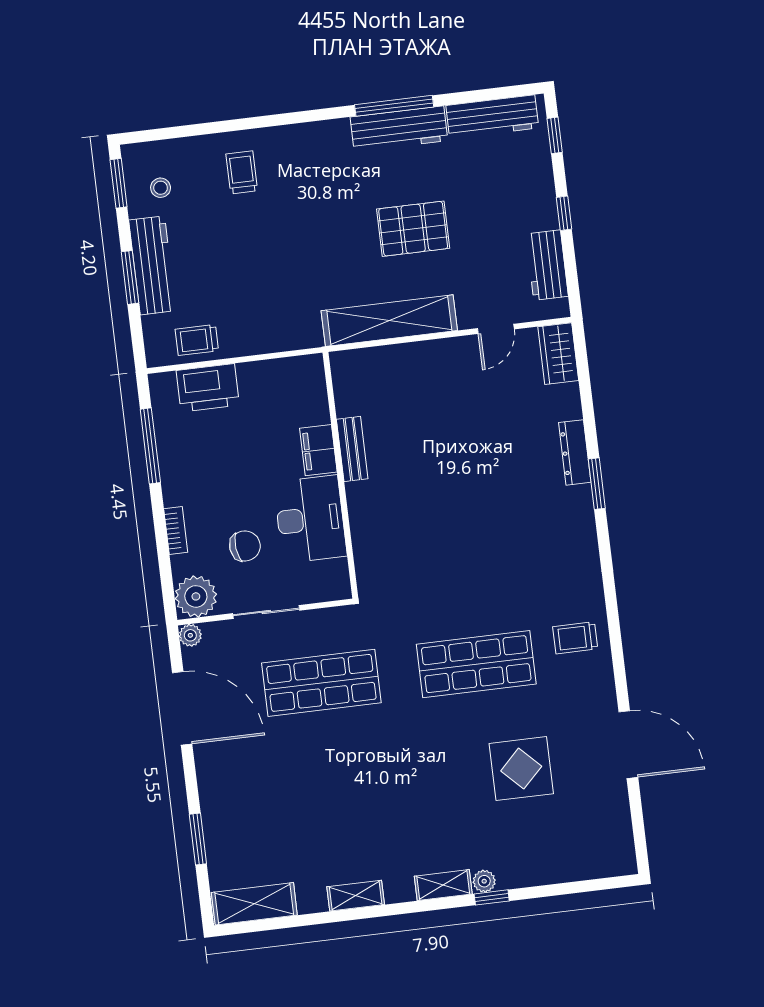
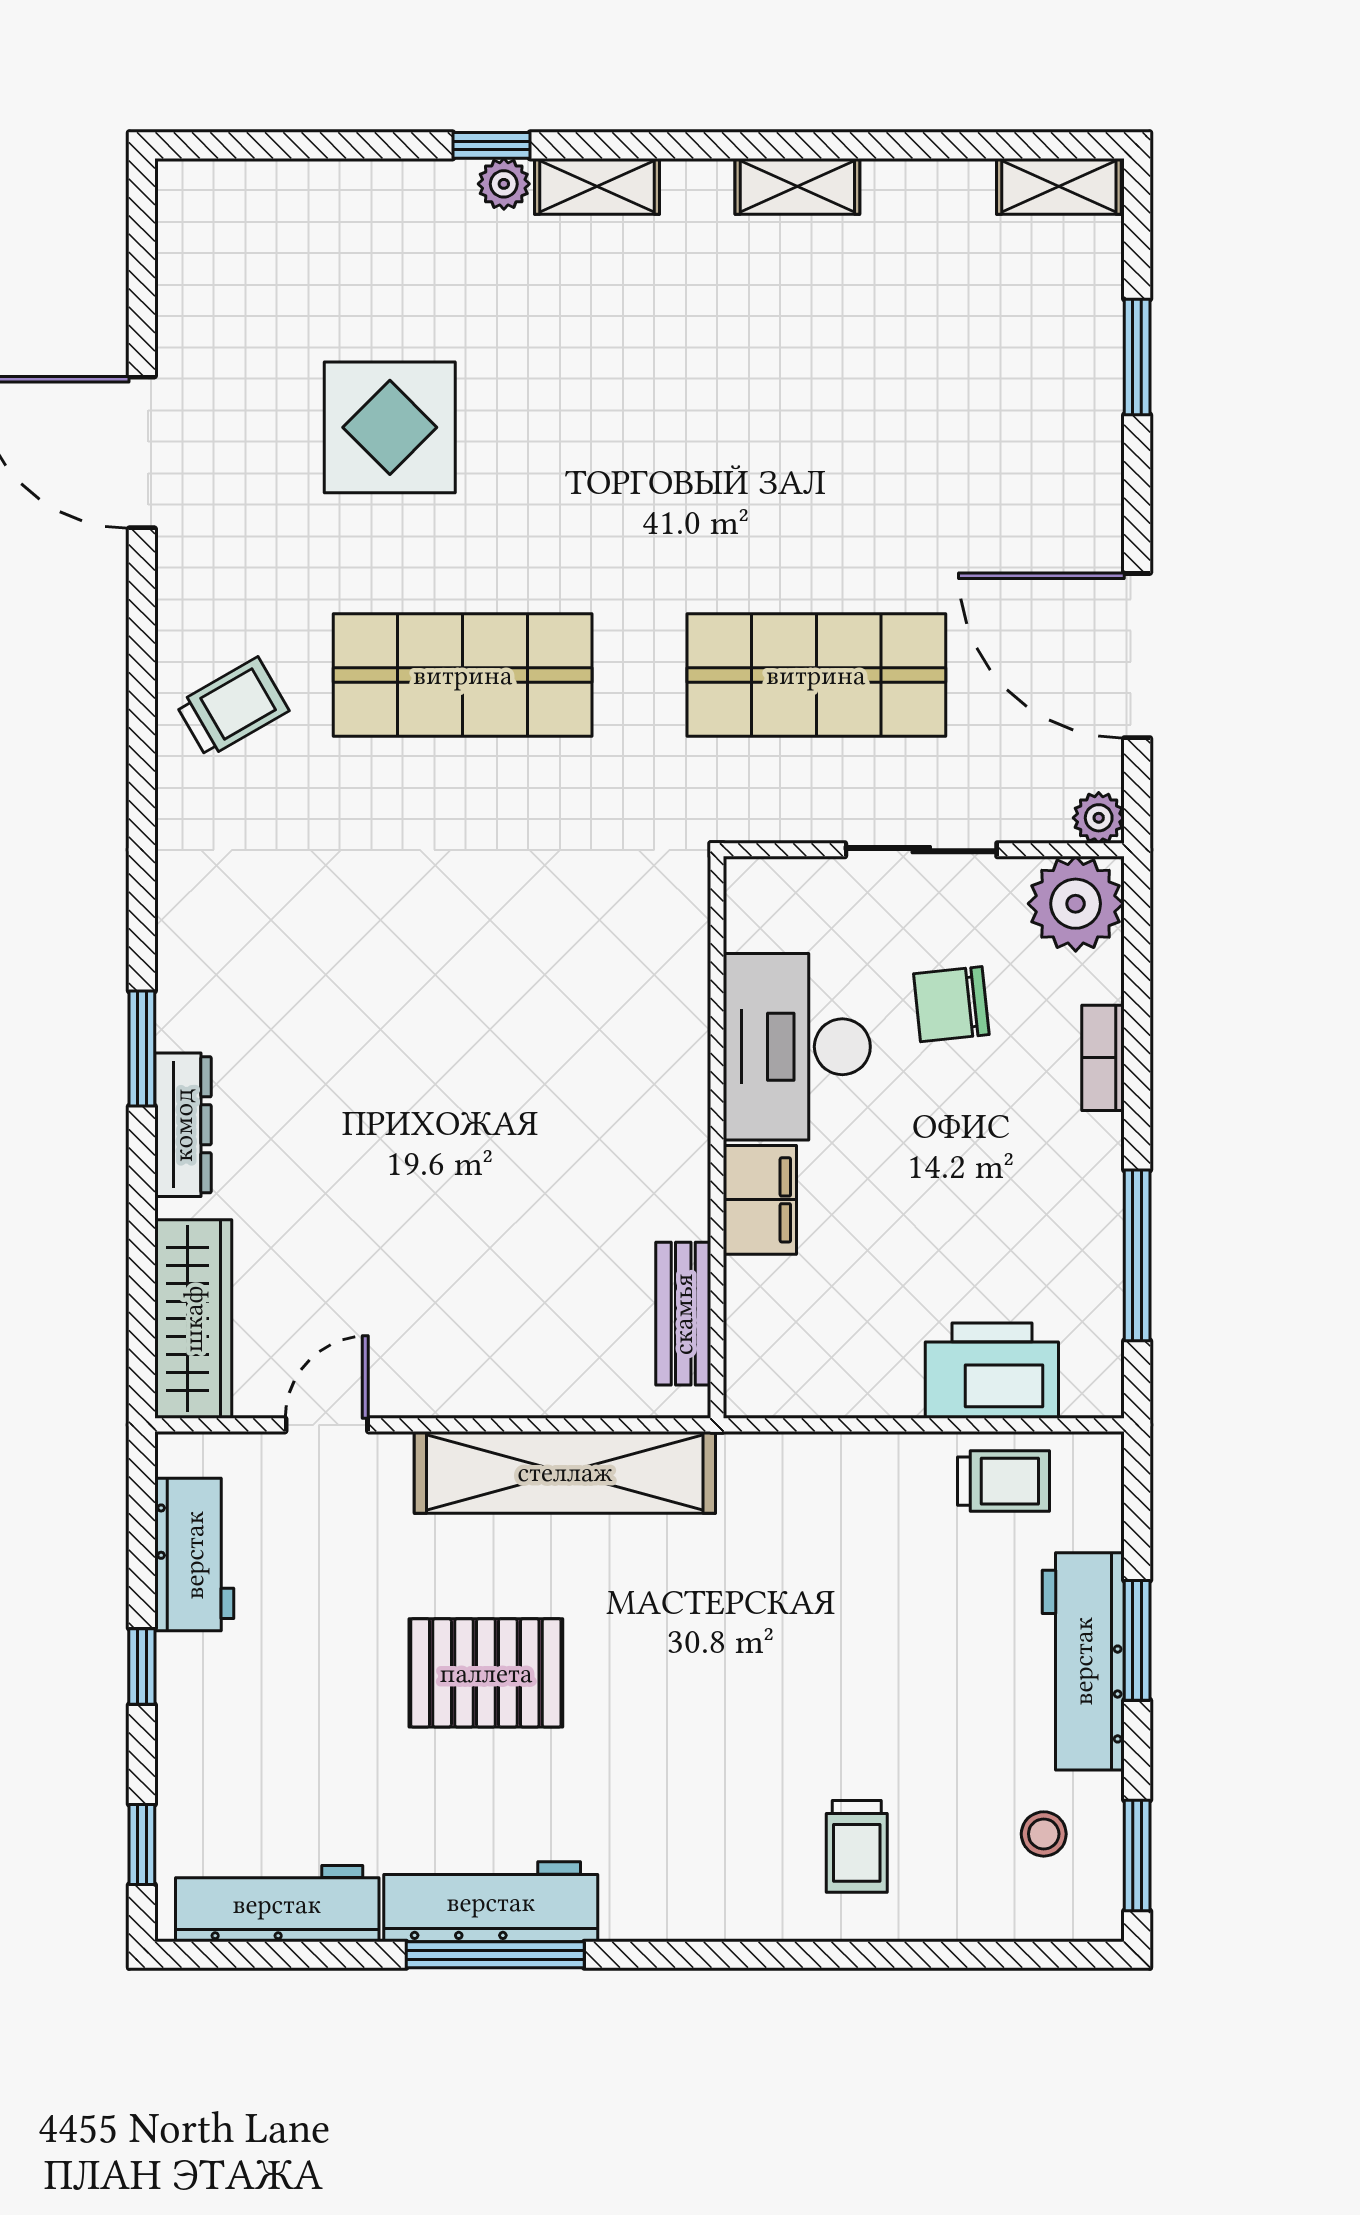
wardrobe: (558, 354) -> (193, 1319), width x1.50
bench: (352, 449) -> (683, 1314), moved
trolley: (575, 638) -> (232, 707), turned -30
shelving: (254, 904) -> (1059, 186), width x0.67, depth x0.75

